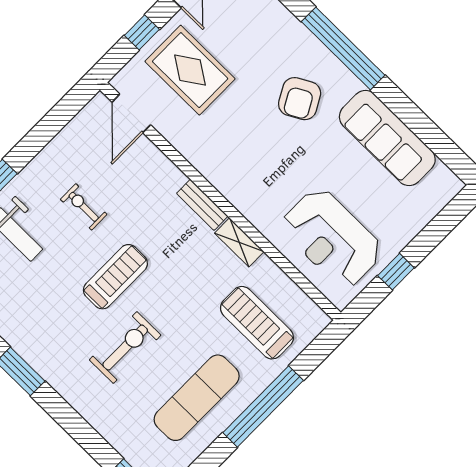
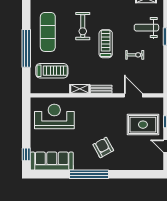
window: (343, 48) -> (89, 174), moved
door: (131, 113) -> (133, 95), moved
sofa: (387, 138) -> (52, 161), moved
window: (396, 272) -> (26, 154), moved
treadmill: (115, 277) -> (106, 44), turned 180

